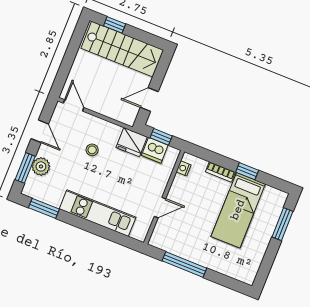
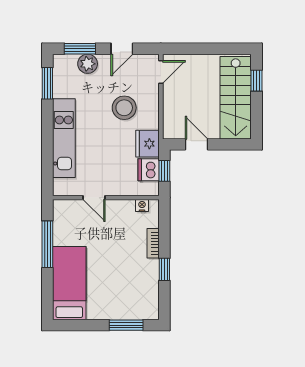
stool: (92, 150) -> (124, 108), width x1.89, depth x1.89
bed: (238, 210) -> (69, 283), moved, turned 90

